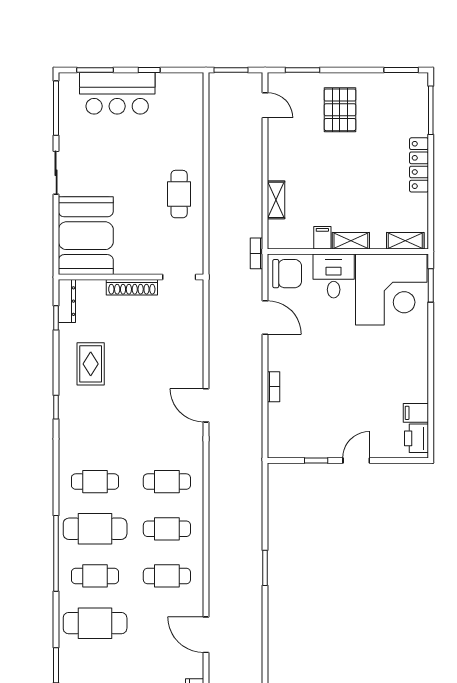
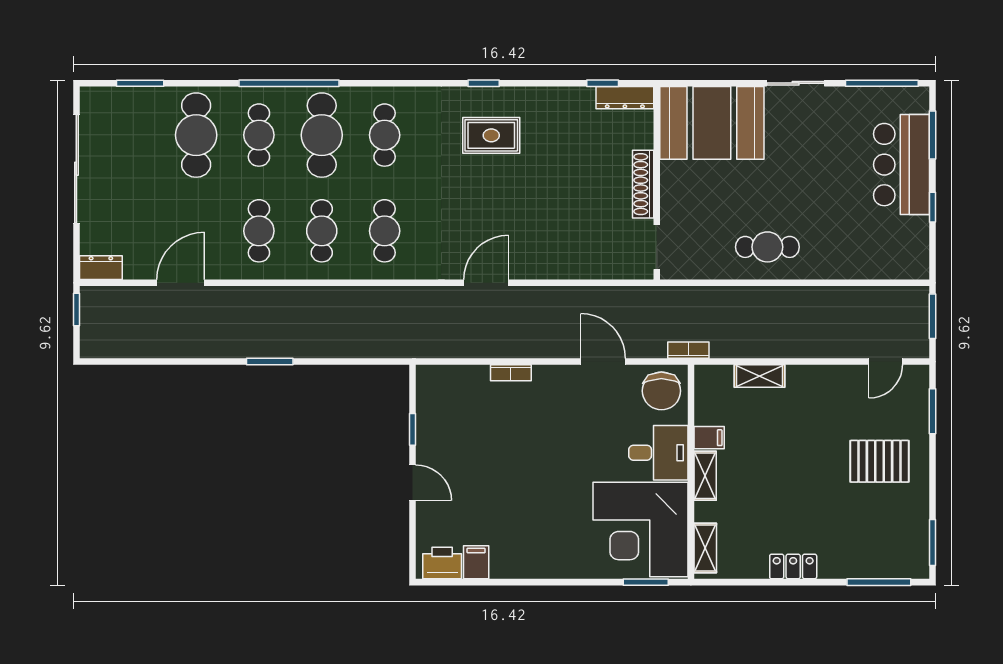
locker: (419, 165) -> (793, 567), width x0.66
door: (265, 317) -> (603, 362), swing flipped
rug: (91, 364) -> (491, 135), moved

